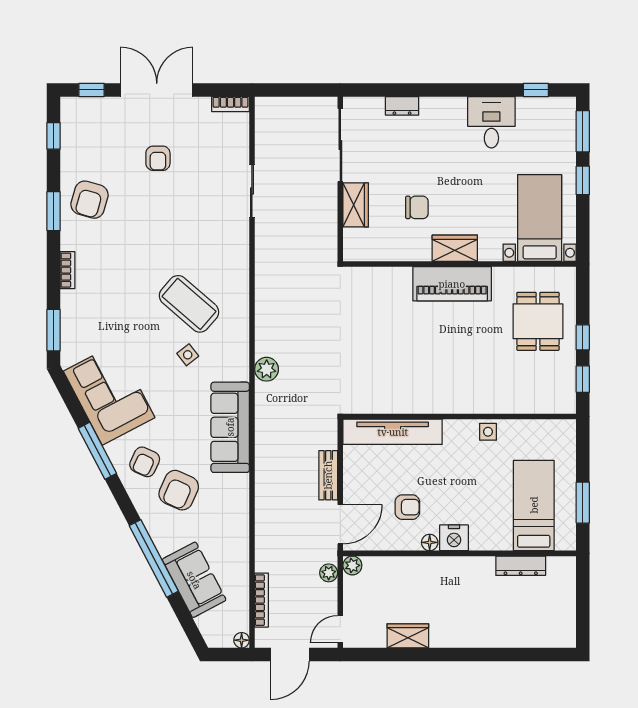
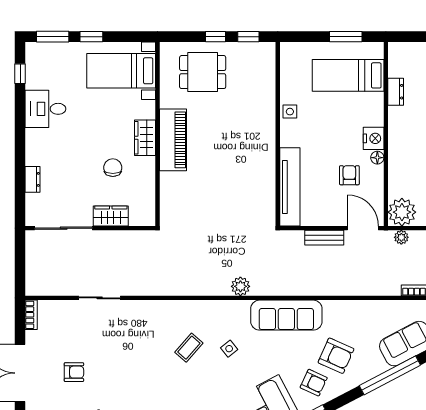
coffee table: (189, 304) -> (189, 348), width x0.54, depth x0.58
plant: (352, 565) -> (402, 212), width x1.88, depth x1.88
dresser: (521, 566) -> (396, 92), width x0.70

